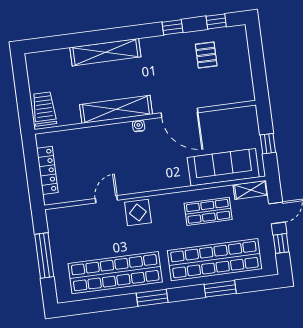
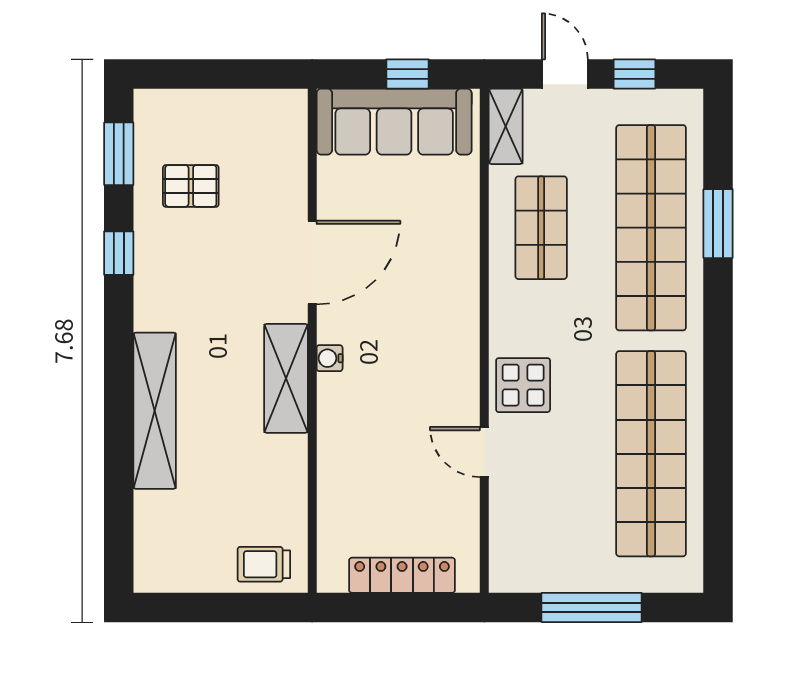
window: (216, 21) -> (119, 154), width x1.50
trolley: (44, 109) -> (264, 564), width x0.73, depth x0.72
shelving: (116, 109) -> (286, 378), width x0.68
sofa: (223, 167) -> (394, 122), moved, turned -90
window: (152, 298) -> (718, 379), removed

